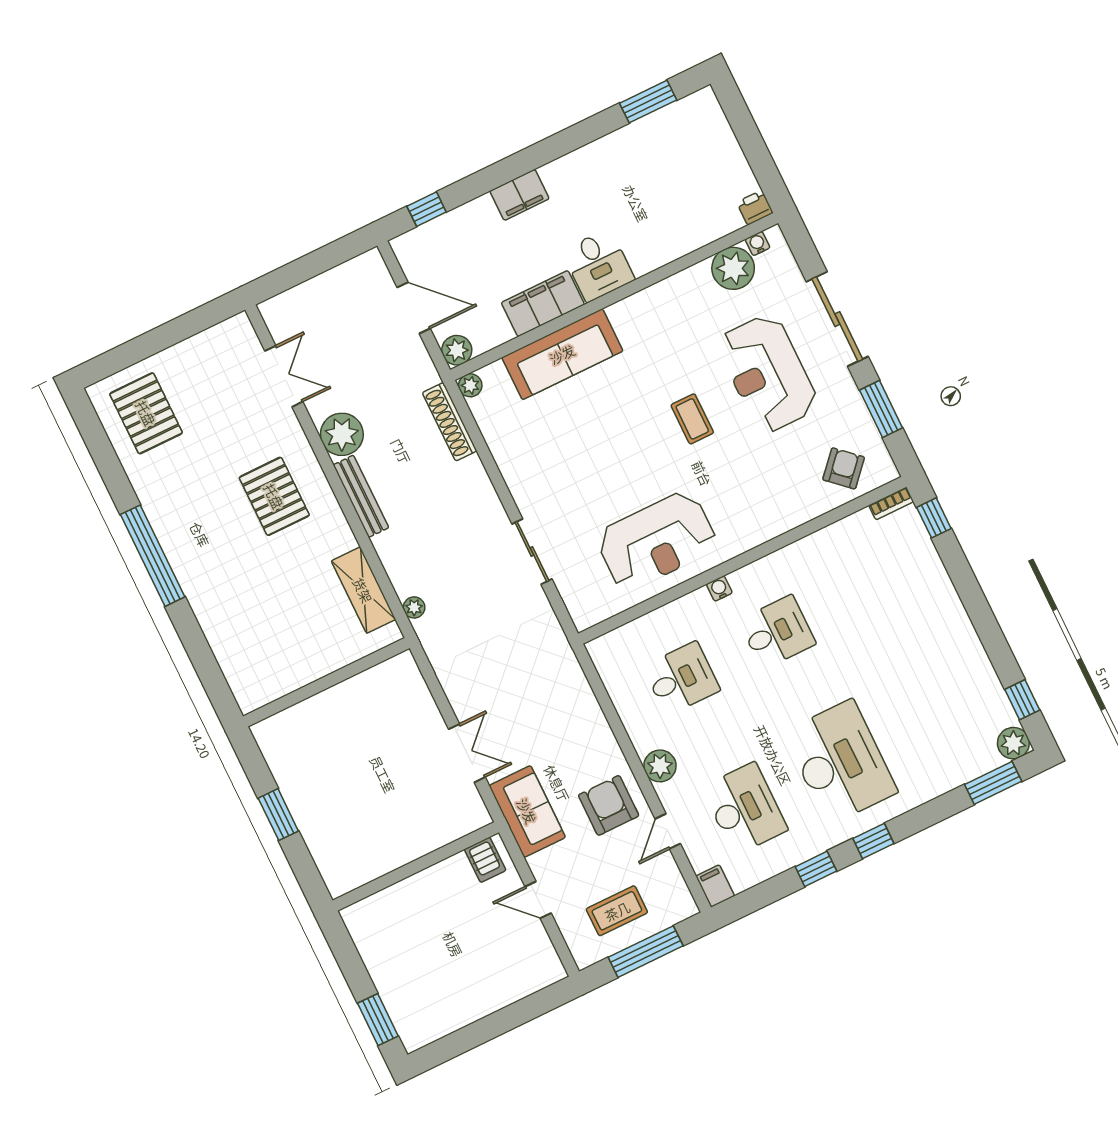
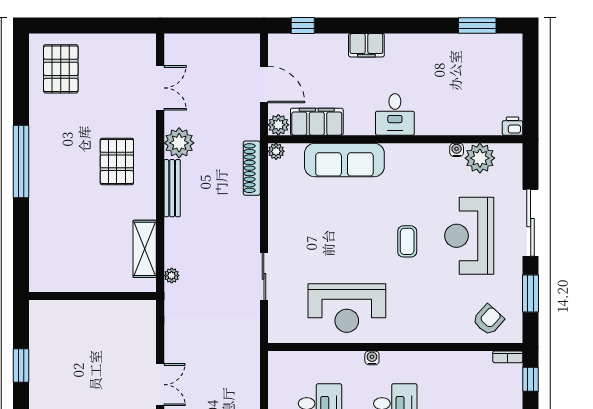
water cooler: (758, 243) -> (457, 150), moved
filing cabinet: (543, 304) -> (317, 122), moved

